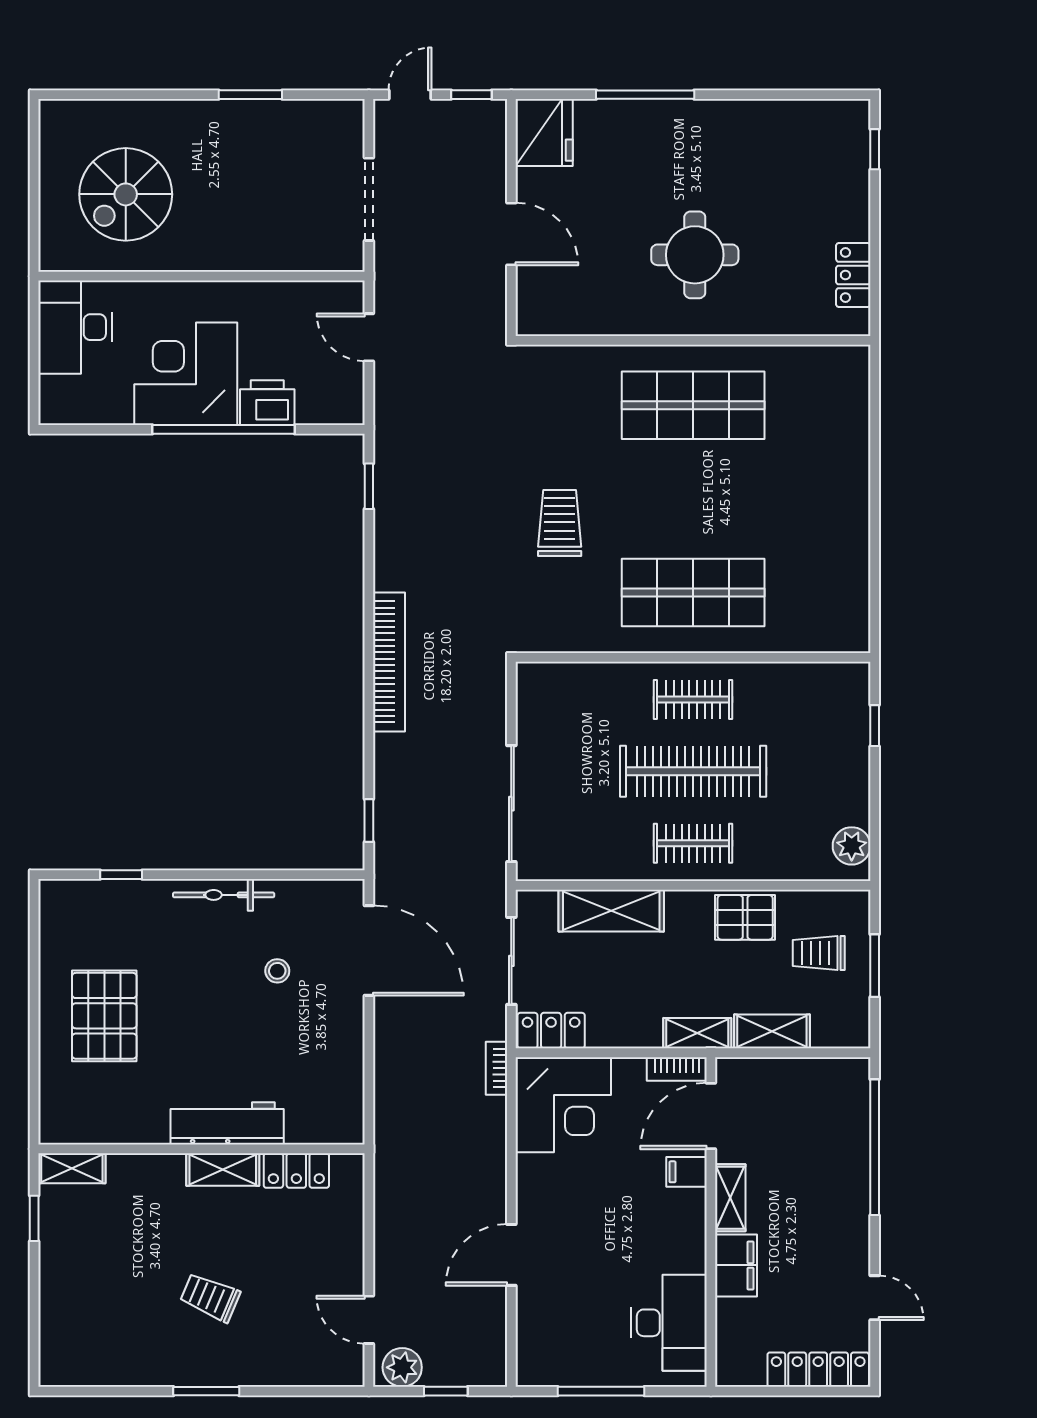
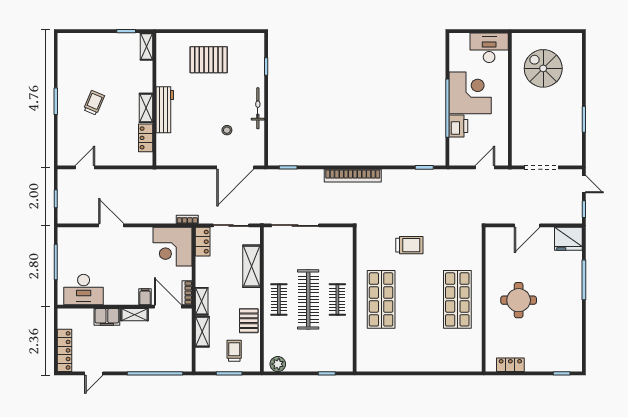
plant: (402, 1367) -> (65, 181), removed

